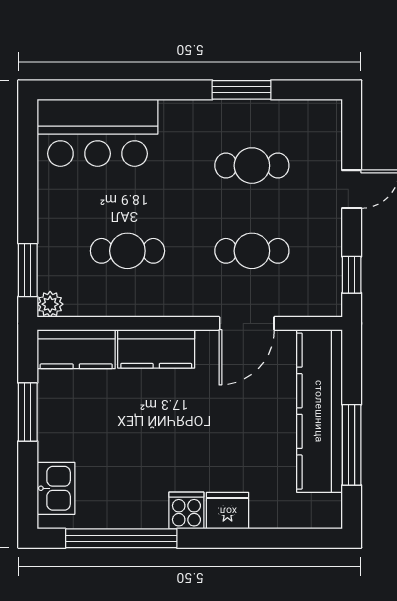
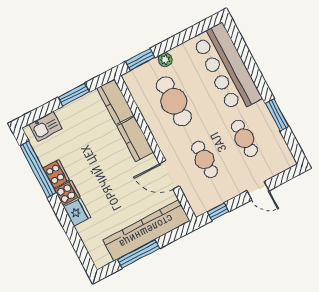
bar counter: (98, 133) -> (227, 68), width x1.36
cafe table: (127, 251) -> (174, 101), width x1.37, depth x1.35
plant: (50, 304) -> (165, 60), moved
cooker: (145, 512) -> (56, 174), added

